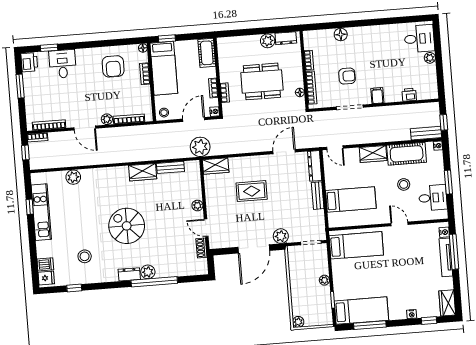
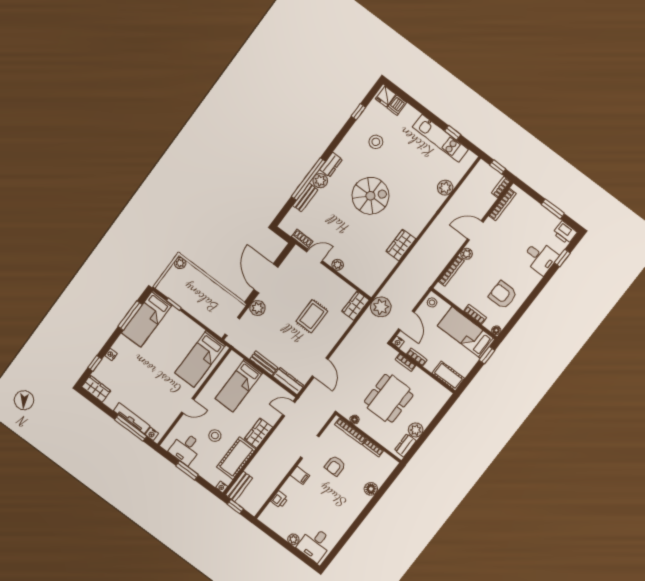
bench: (170, 167) -> (305, 198), moved
plant: (324, 280) -> (195, 311), removed

